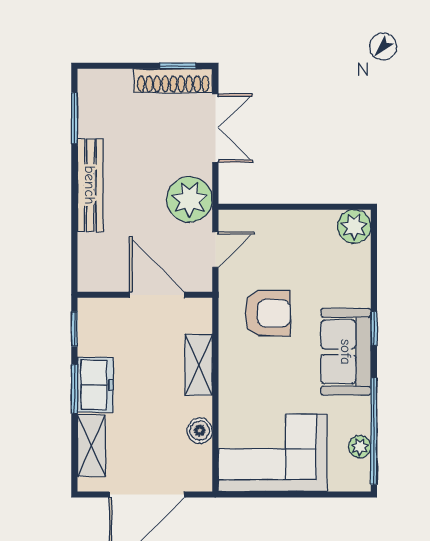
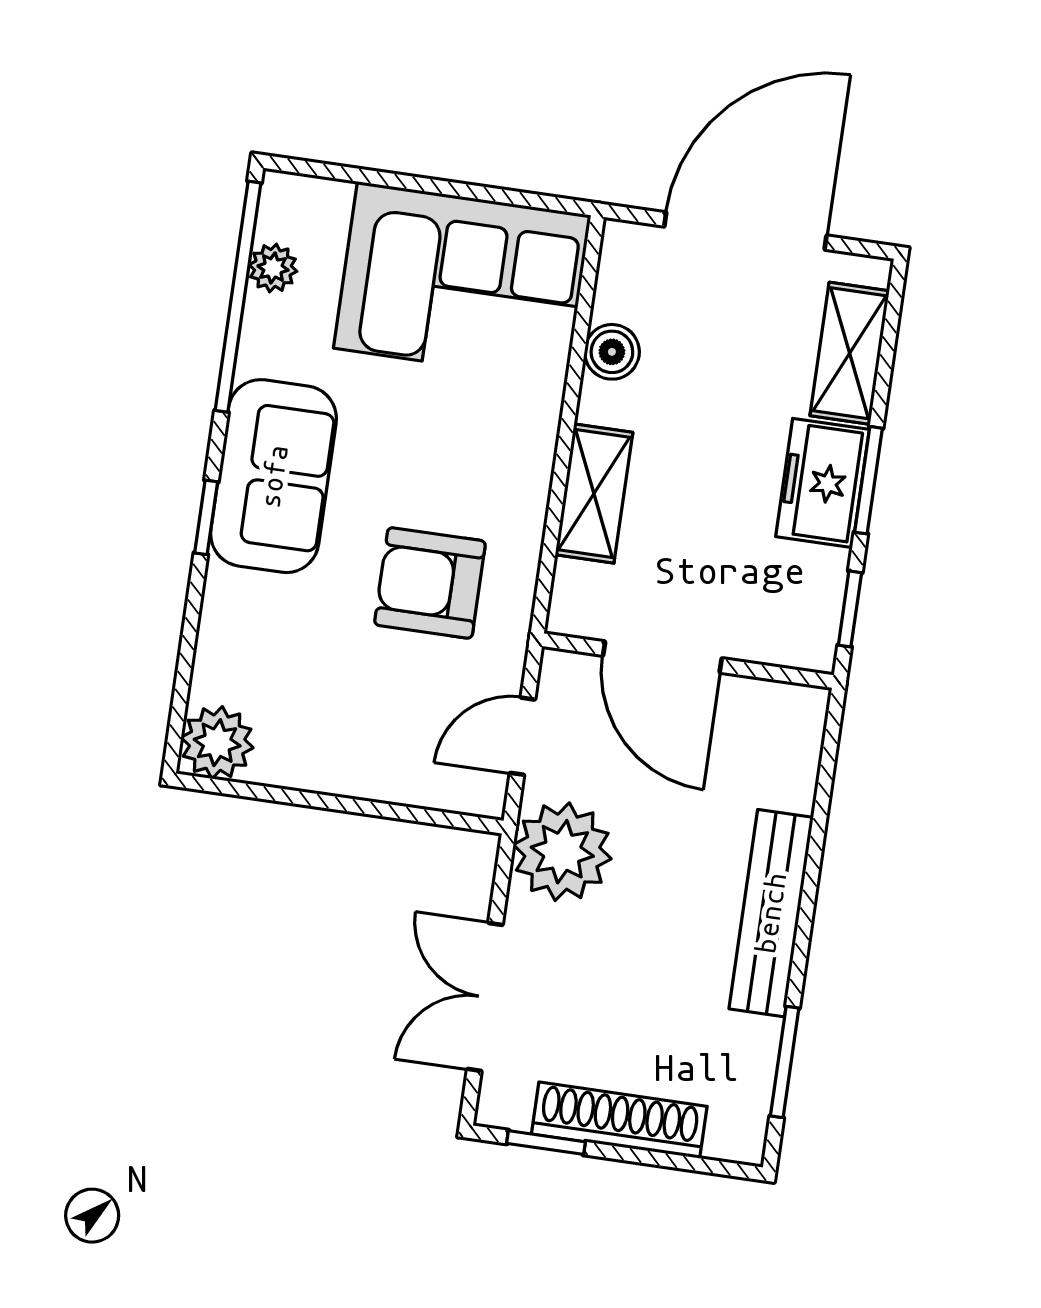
shoe rack: (173, 81) -> (619, 1120), moved

